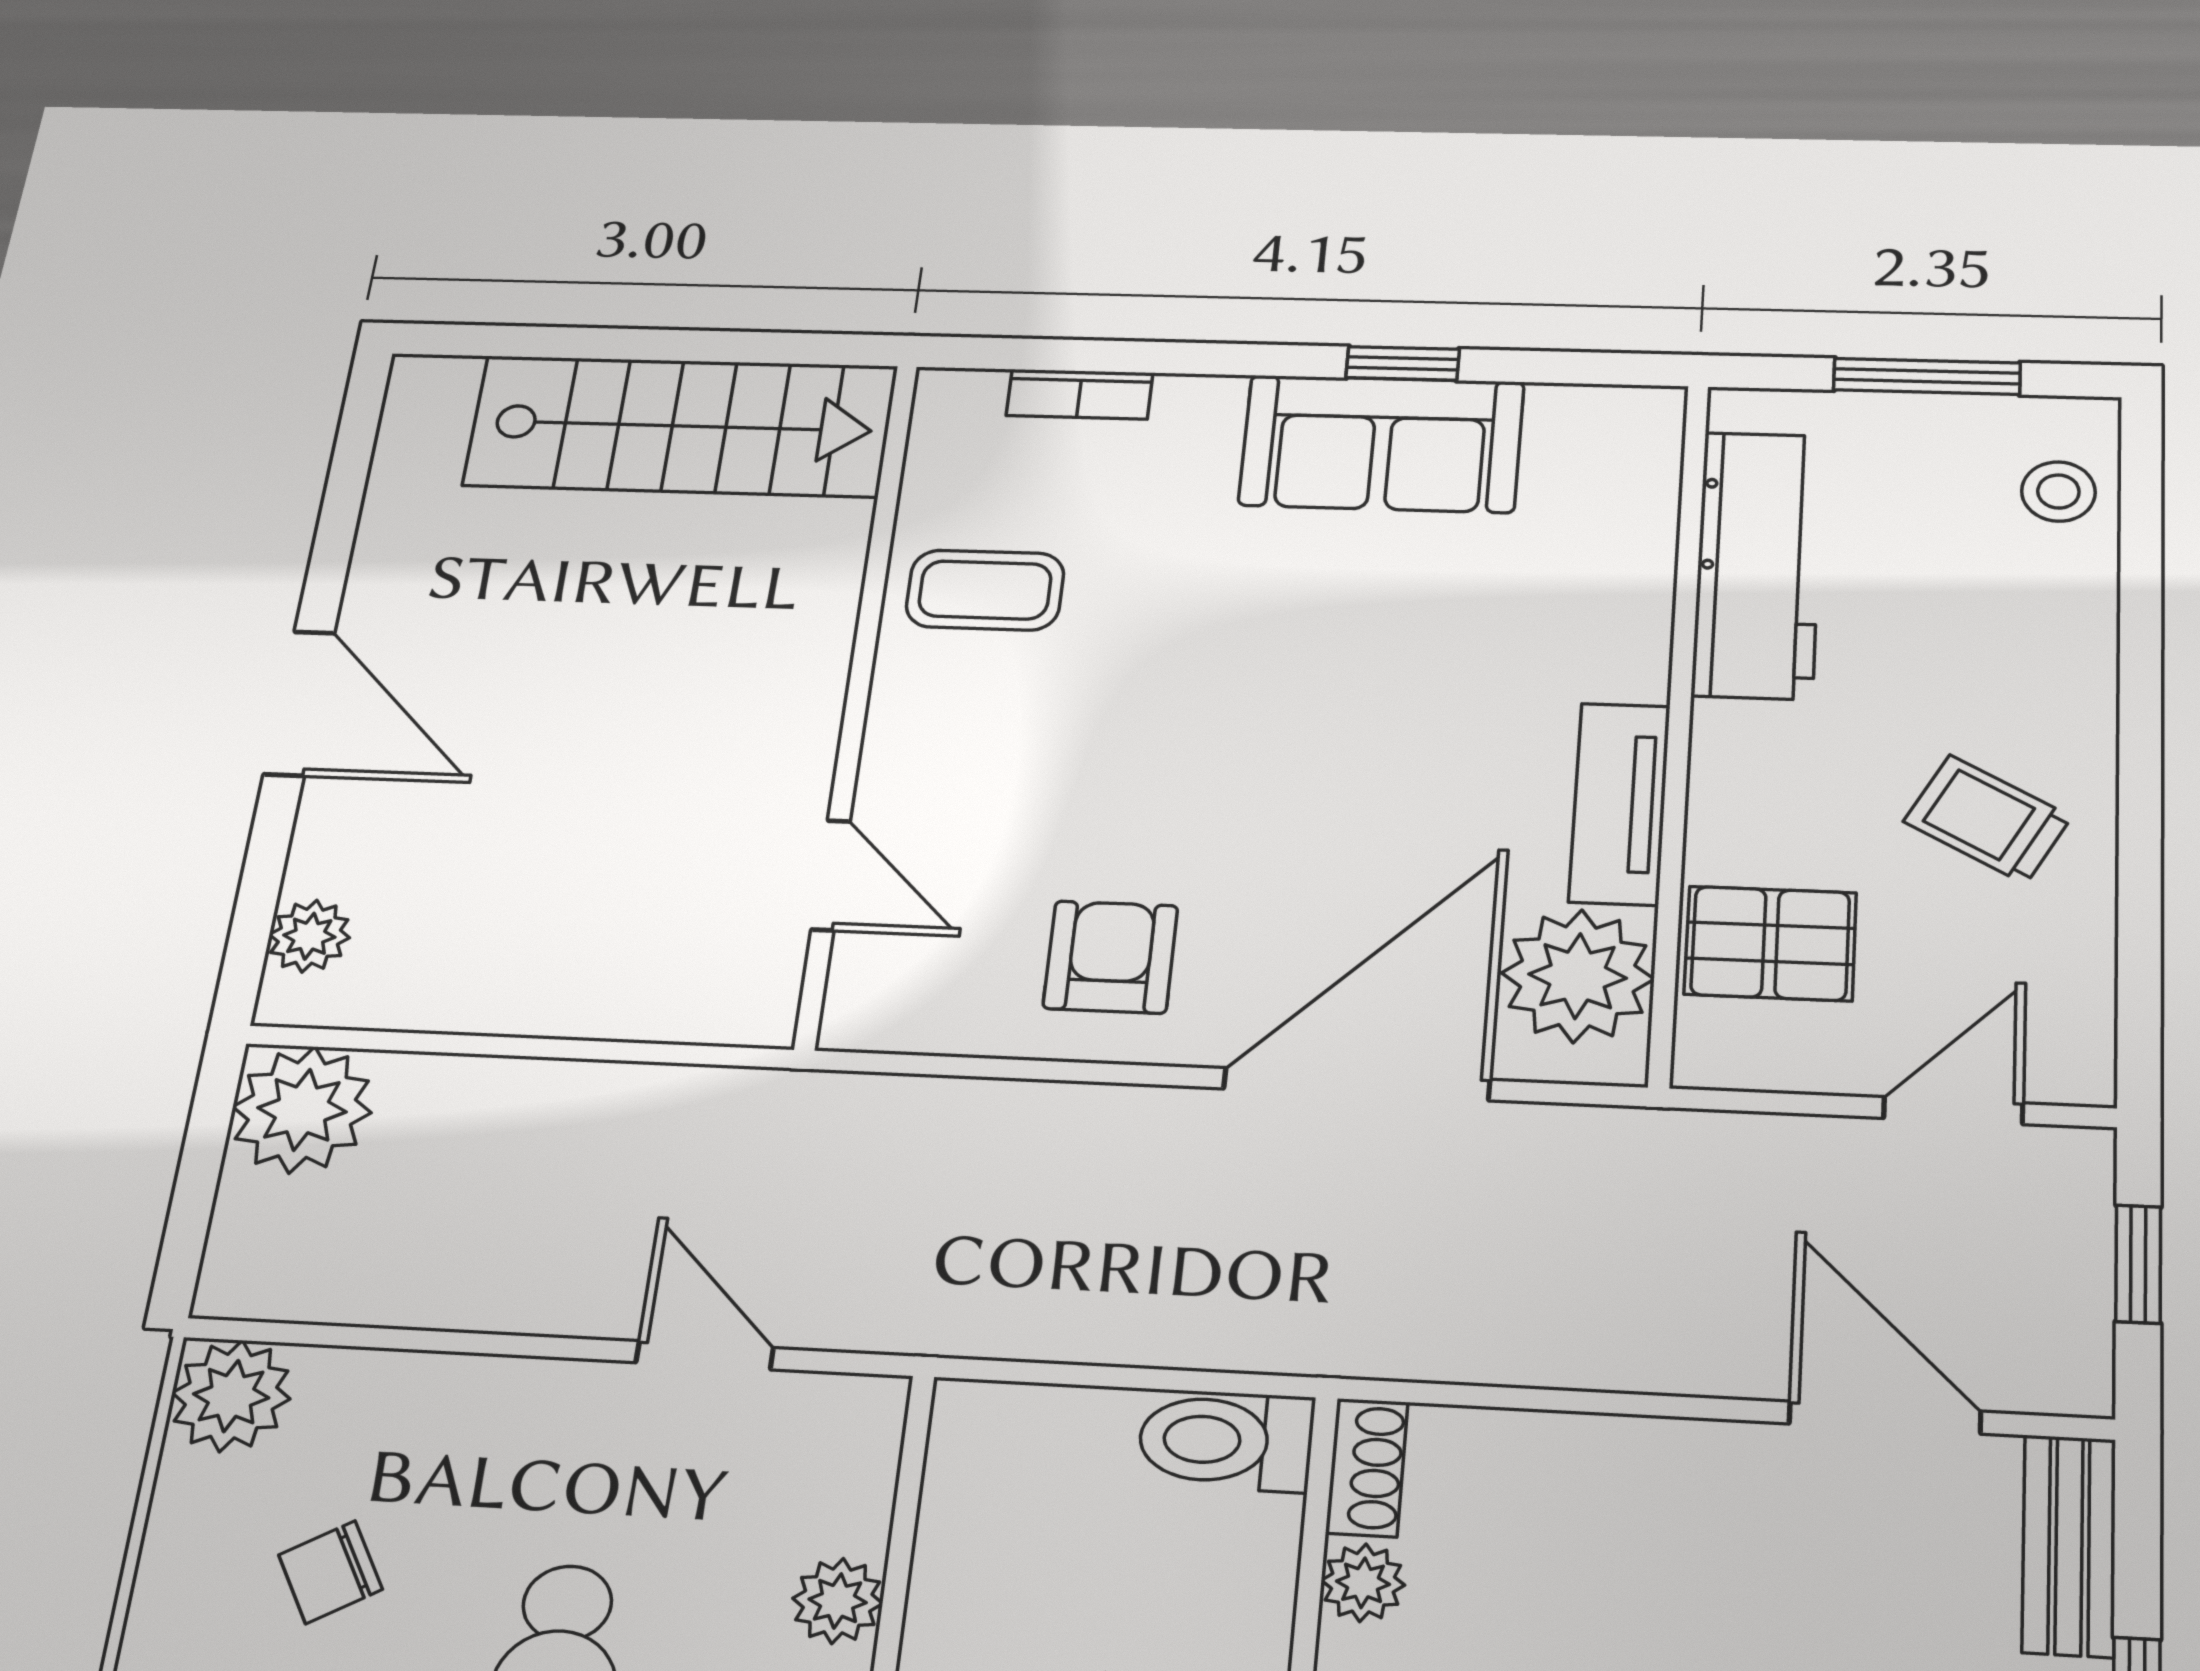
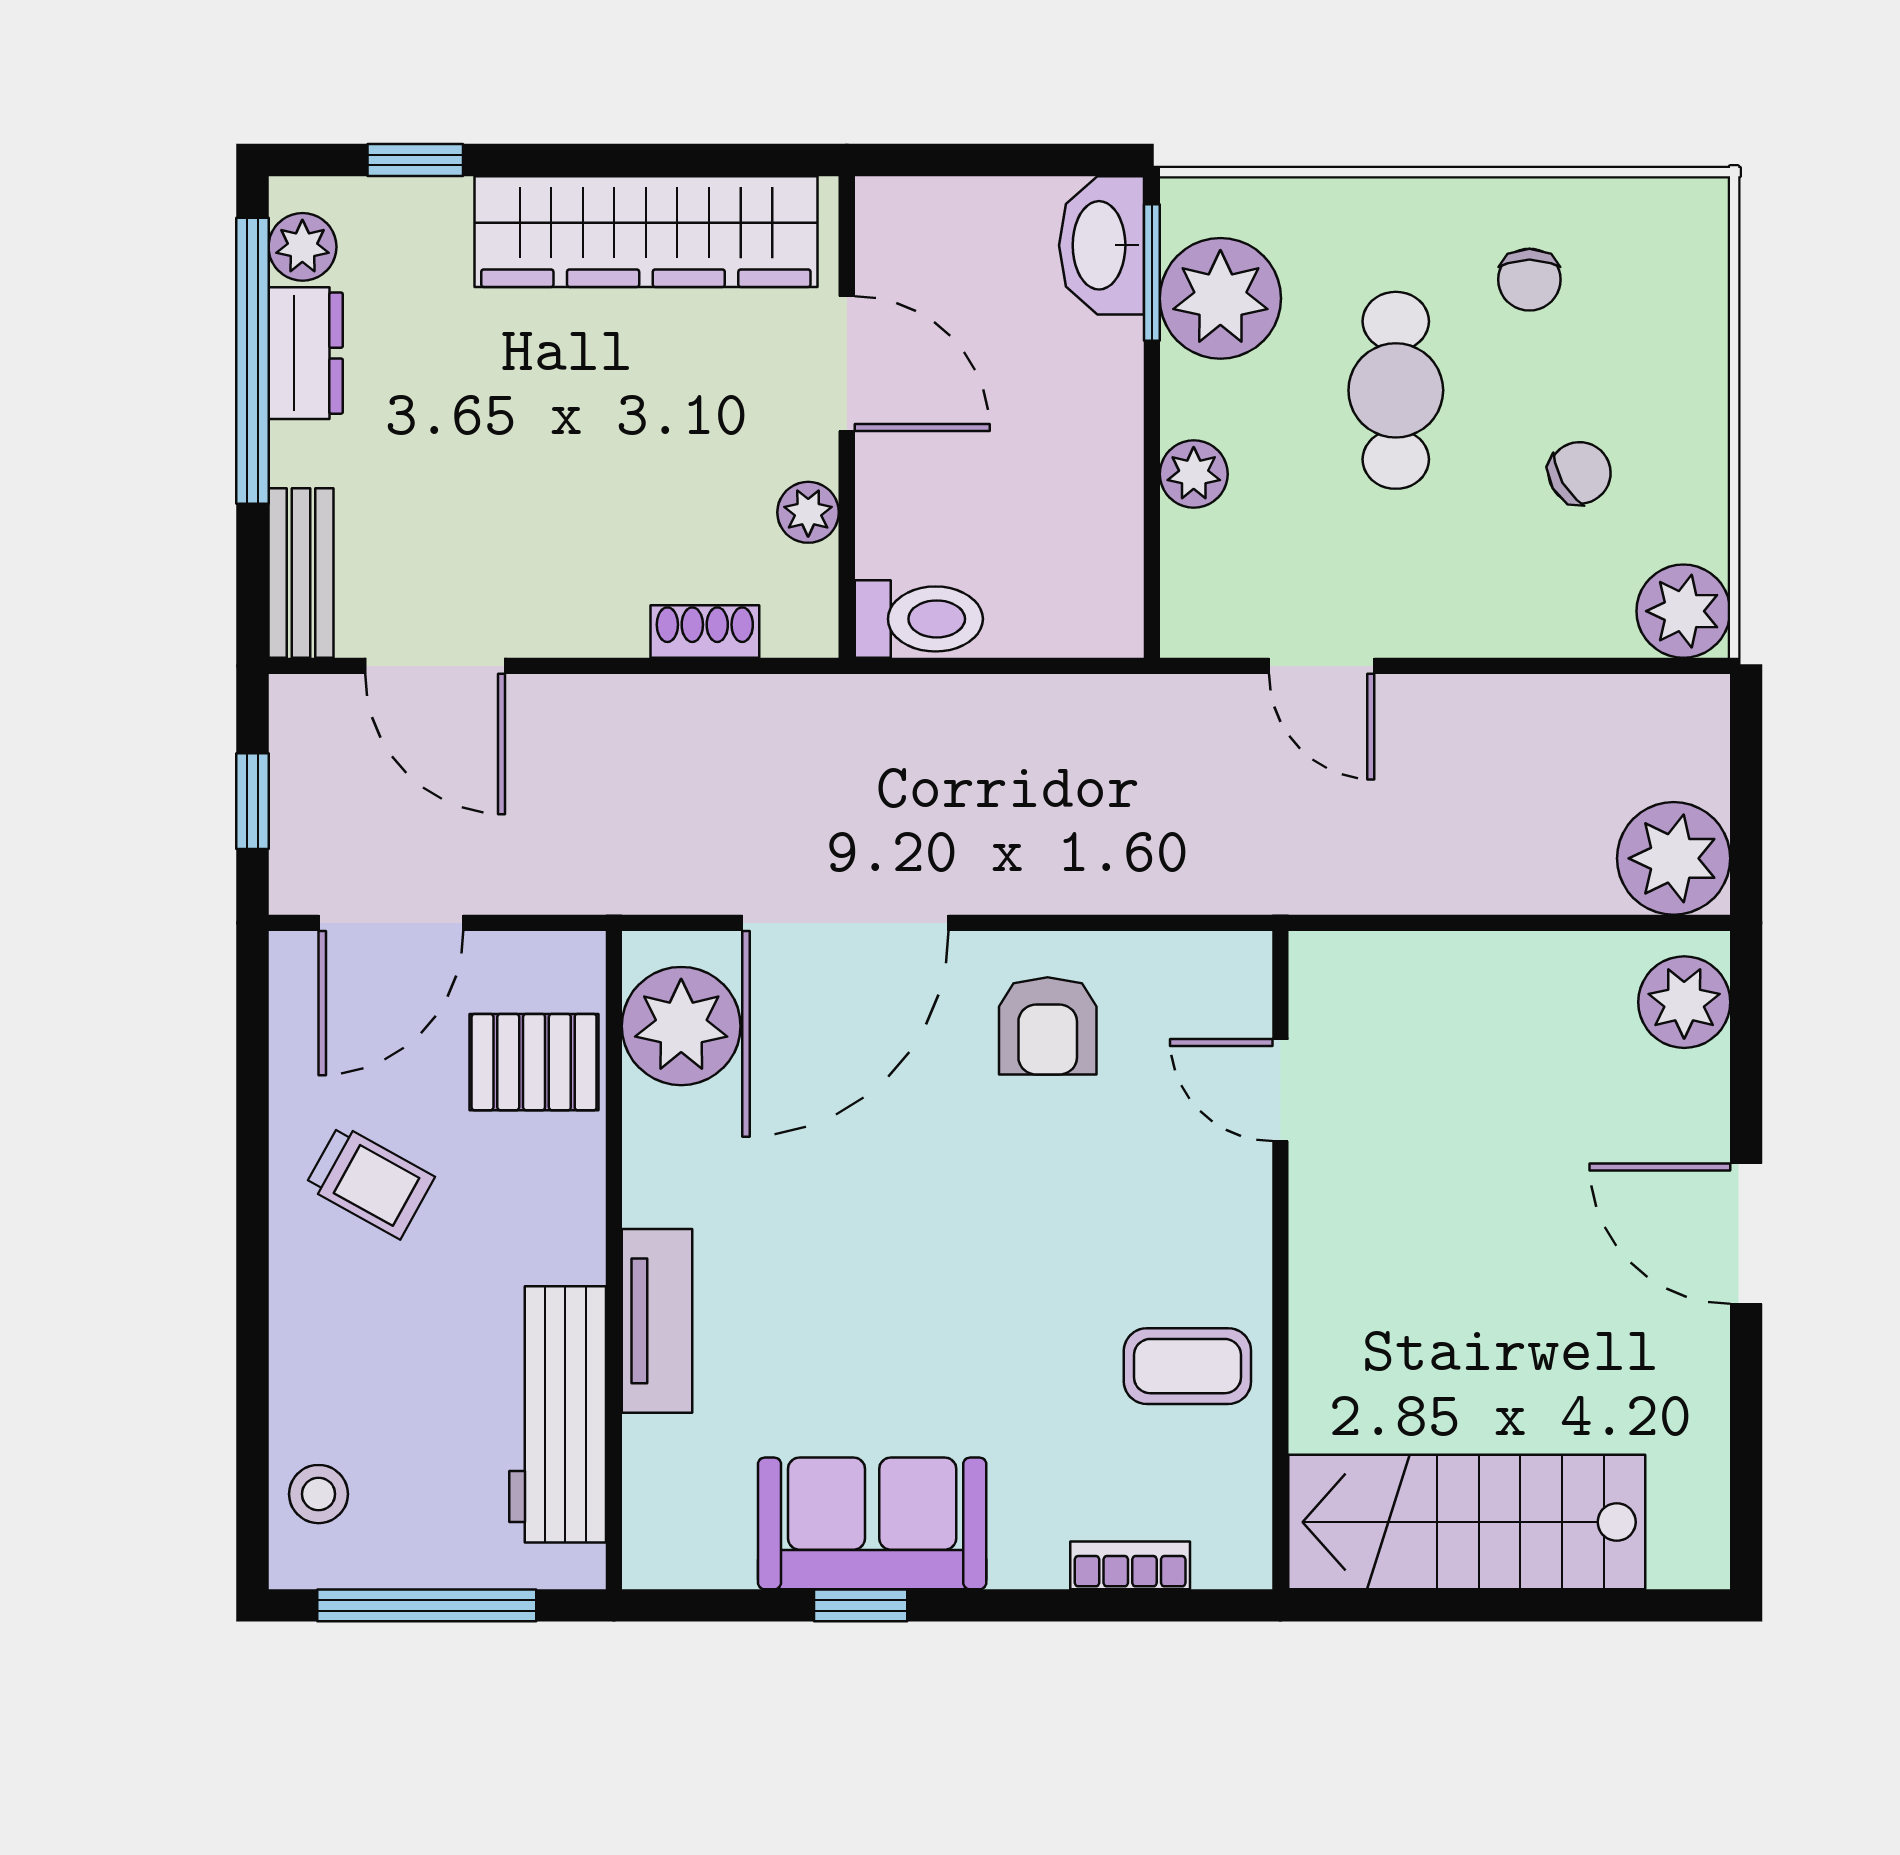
window: (1927, 376) -> (427, 1605), width x1.44
tv unit: (1620, 803) -> (657, 1321), moved
plant: (309, 936) -> (1684, 1002), width x1.38, depth x1.38
door: (1953, 1111) -> (391, 923), width x1.38
shoe rack: (1367, 1467) -> (705, 632), moved, turned 90

